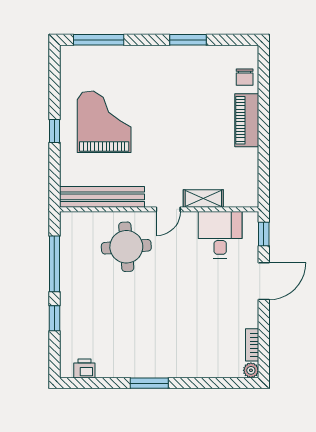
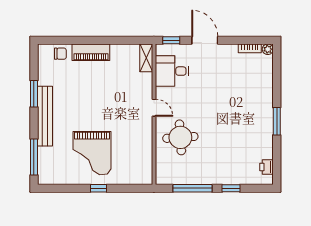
grand piano: (104, 122) -> (92, 153), turned -90
bench: (102, 197) -> (45, 116), moved
shelving: (203, 198) -> (146, 58), moved

